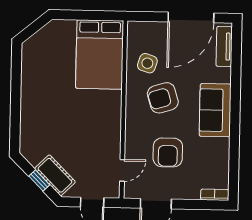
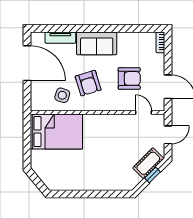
tv unit: (224, 46) -> (60, 38), moved

